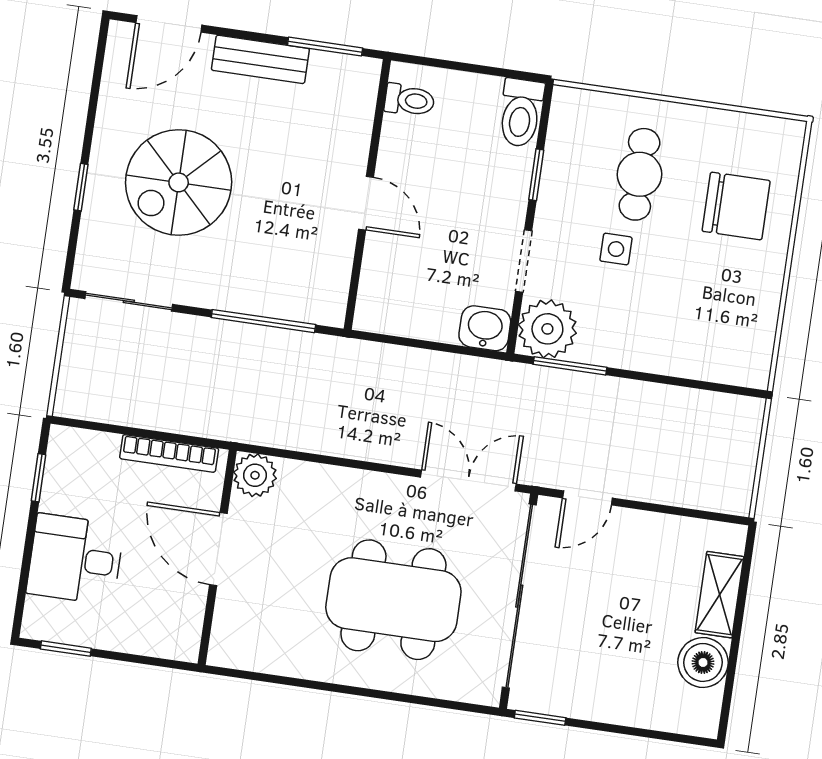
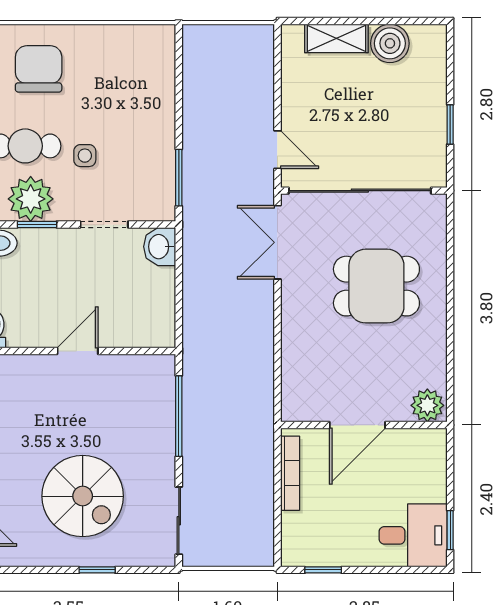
plant: (547, 329) -> (31, 199), moved
plant: (255, 475) -> (427, 405), moved
desk: (75, 559) -> (413, 535), moved, turned -90
dining table: (393, 600) -> (376, 286), width x0.73
window: (540, 718) -> (450, 124), moved

